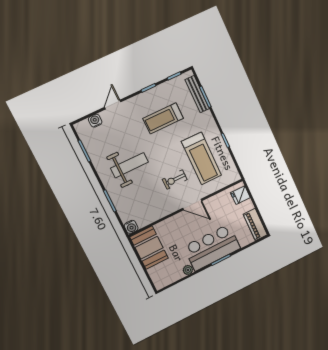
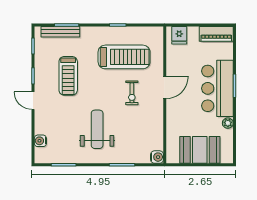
door: (113, 105) -> (33, 101), moved
booth: (149, 248) -> (200, 150), moved

